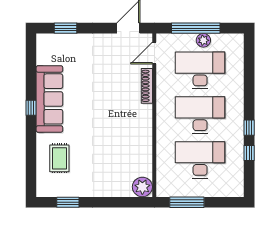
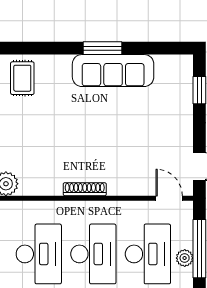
shoe rack: (147, 86) -> (85, 189), moved
window: (31, 108) -> (102, 48), width x2.17
rug: (59, 158) -> (22, 78), moved, turned 90

